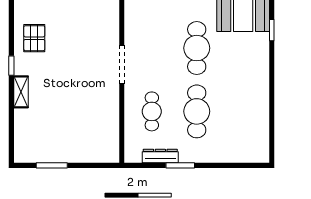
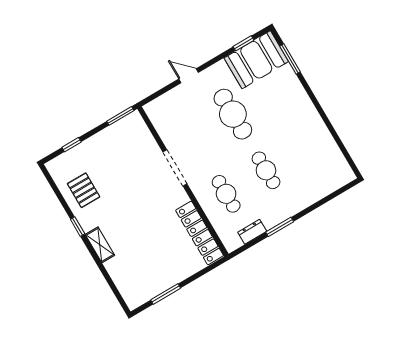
window: (272, 30) -> (290, 59), width x1.50
cafe table: (197, 111) -> (266, 170), width x0.73, depth x0.74
locker: (110, 131) -> (200, 233), added
dresser: (160, 156) -> (252, 232), width x0.70

